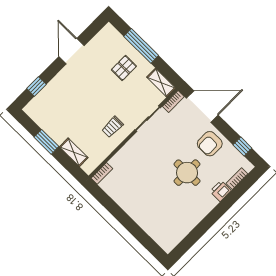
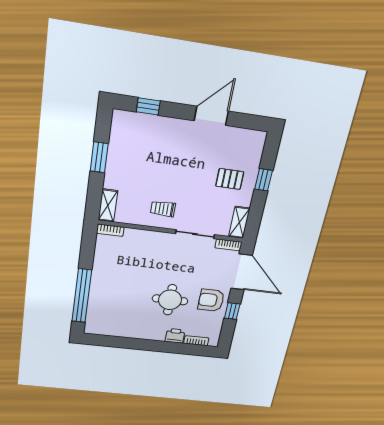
window: (141, 46) -> (263, 180), width x0.46
window: (242, 147) -> (232, 311), moved
shelving: (74, 152) -> (108, 205), moved
window: (137, 231) -> (82, 296), added

